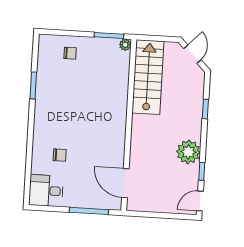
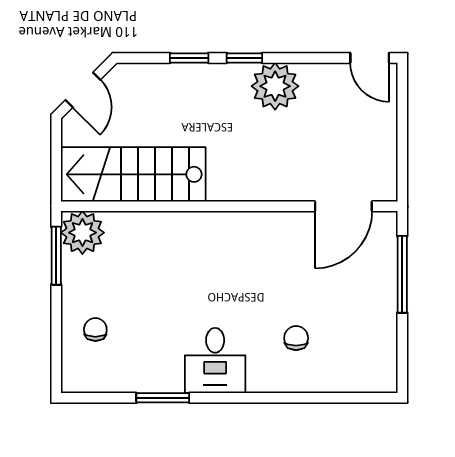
plant: (125, 45) -> (82, 233), width x1.88, depth x1.88
door: (192, 54) -> (83, 90), swing flipped
window: (202, 171) -> (244, 58), moved
desk: (46, 191) -> (215, 361), moved

